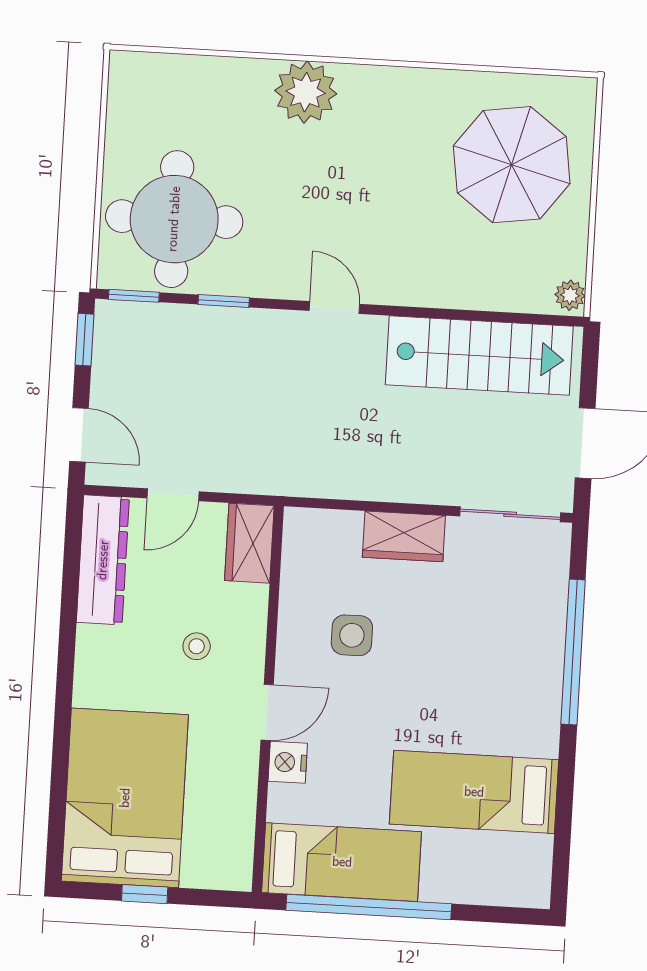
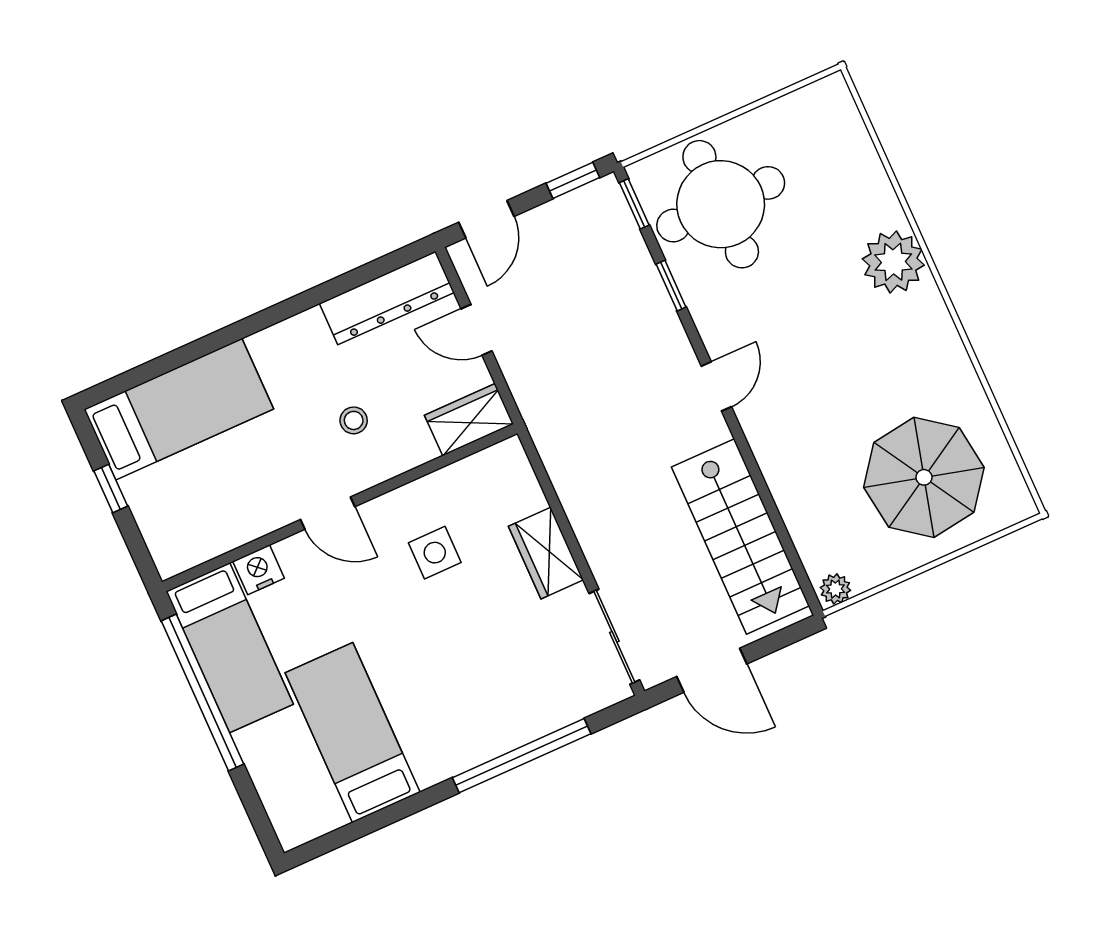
nightstand: (288, 762) -> (259, 570), moved
bed: (125, 798) -> (179, 409), width x0.67

